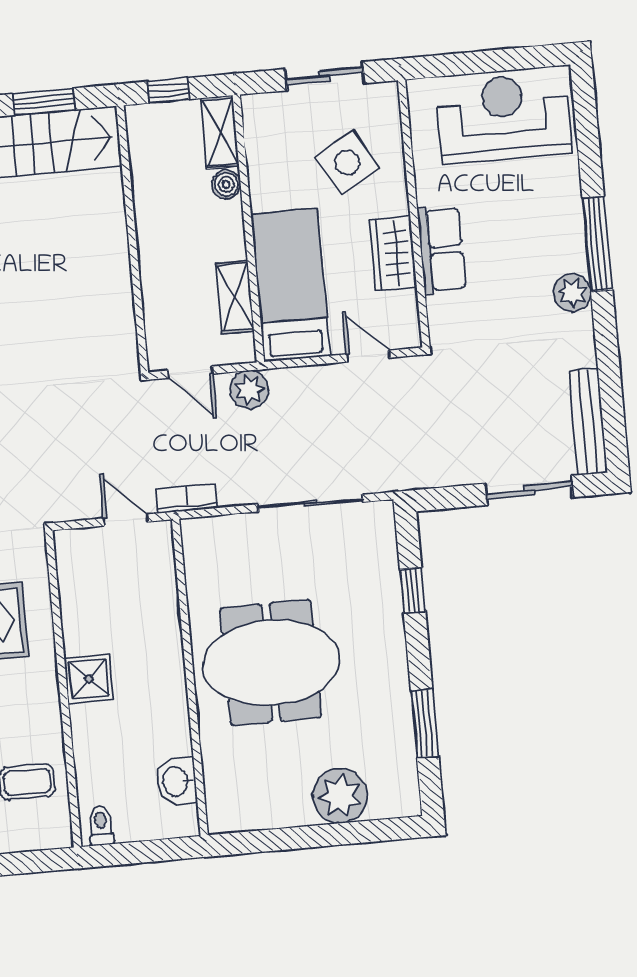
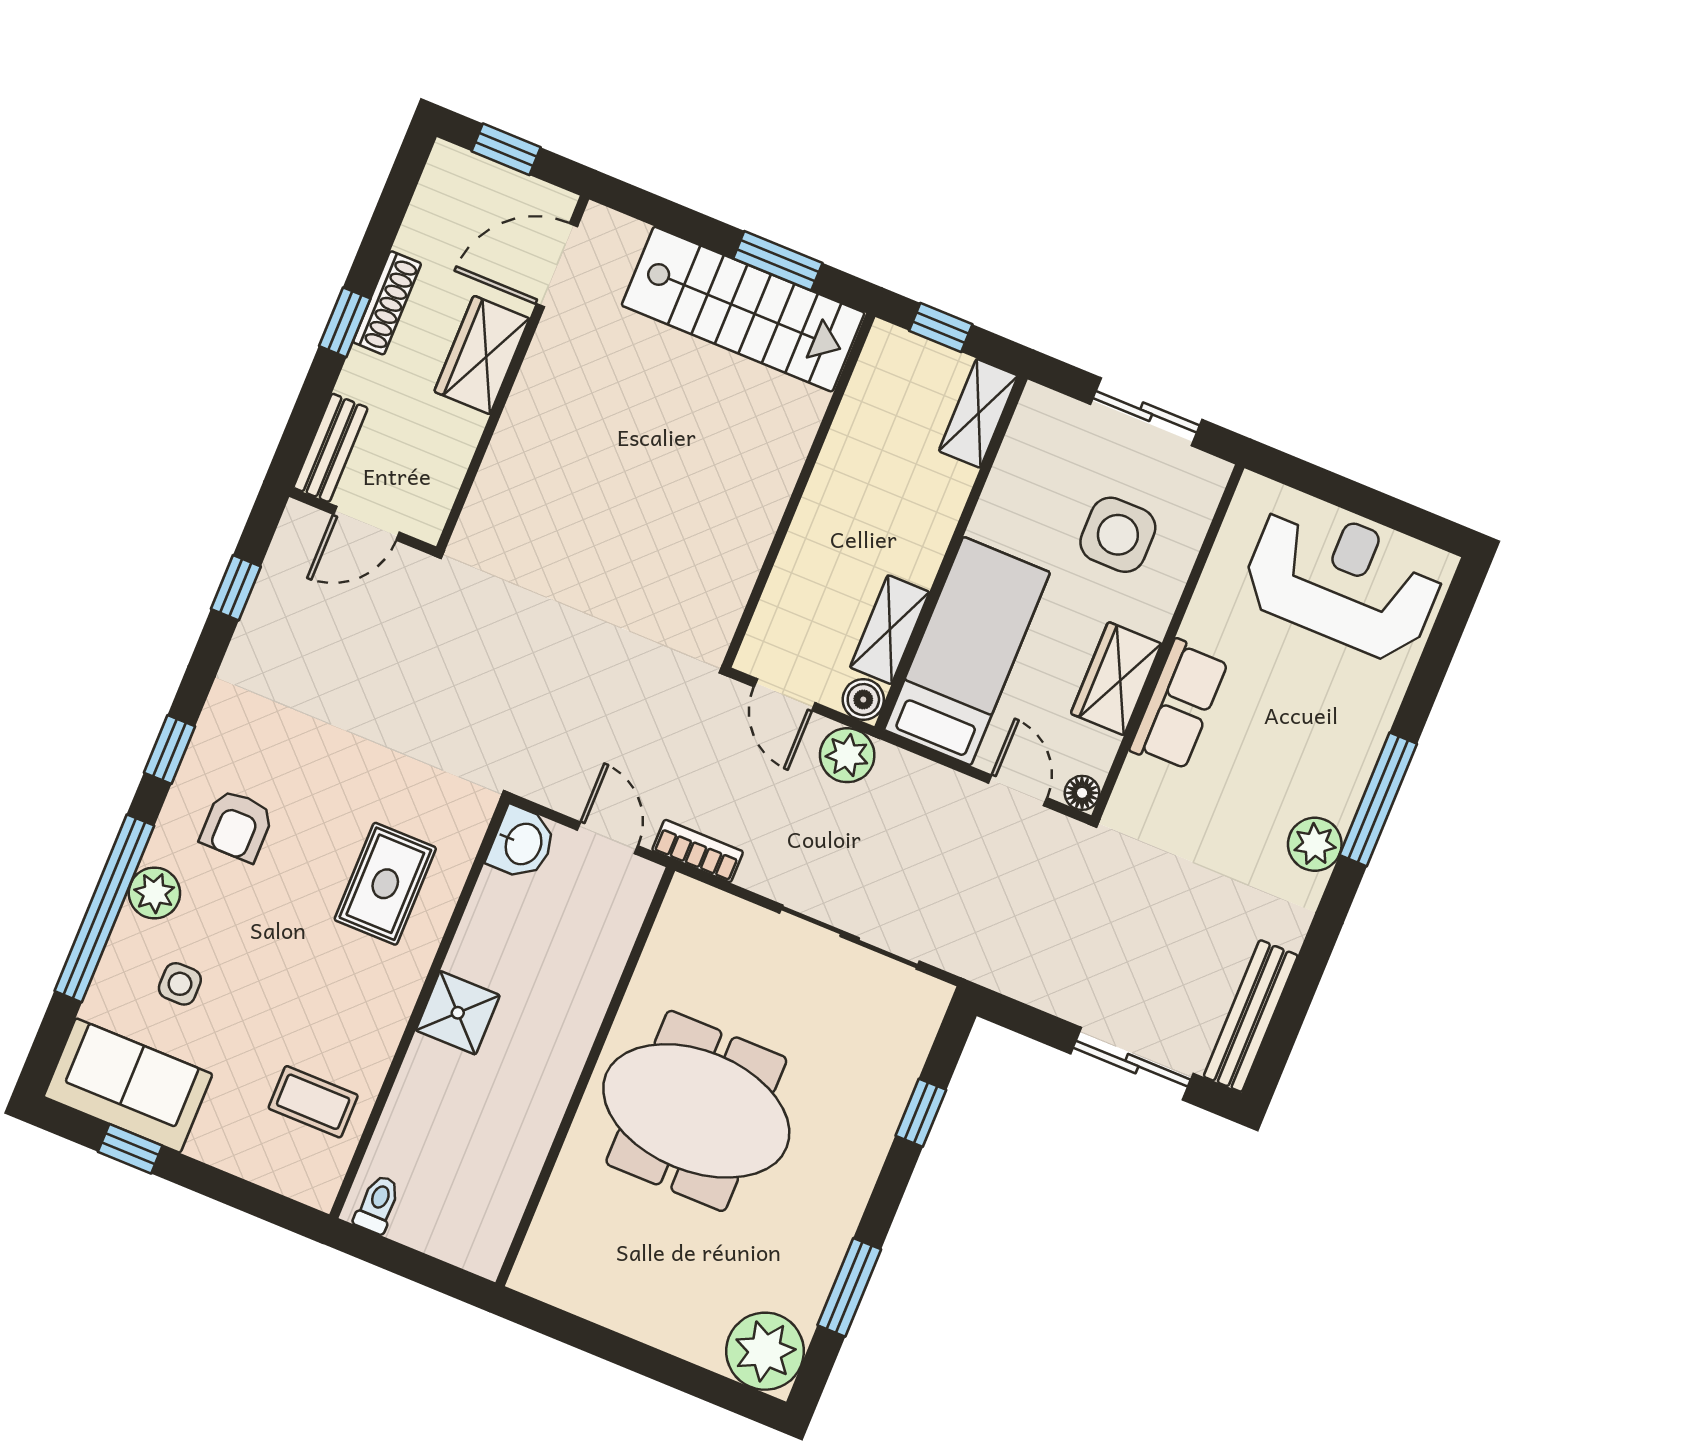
side table: (347, 163) -> (1118, 535), turned 30
boiler: (226, 184) -> (863, 700), moved
floor lamp: (409, 337) -> (1082, 793), added
washbasin: (176, 781) -> (522, 843), moved, turned 180
plant: (340, 796) -> (765, 1351), moved

